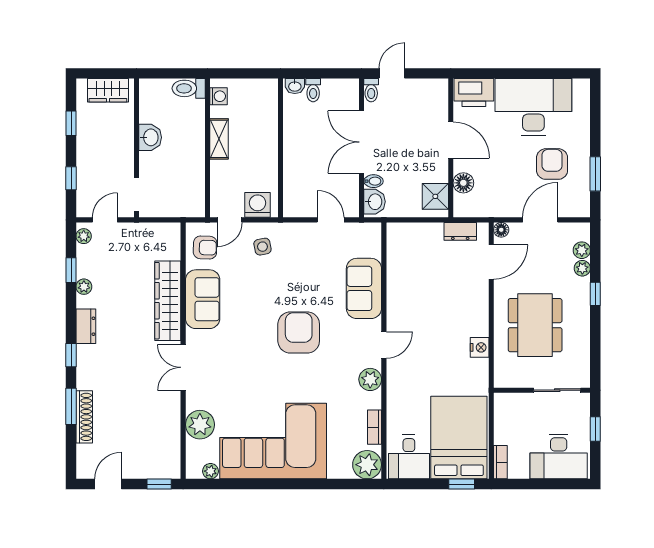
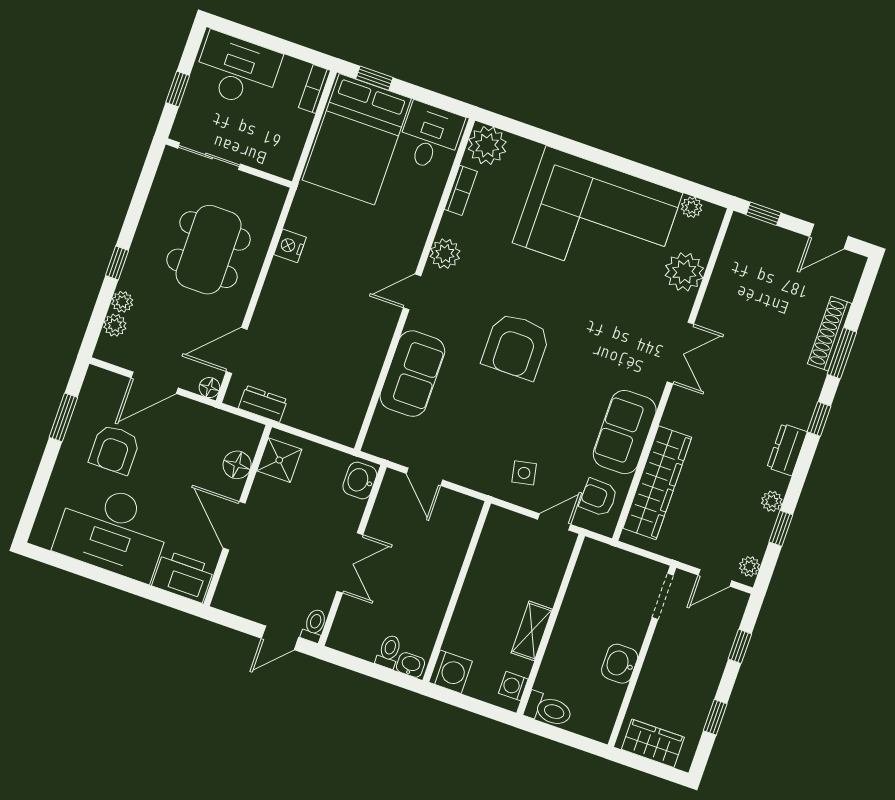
double door: (362, 142) -> (350, 563), width x0.73
bidet: (373, 181) -> (352, 507), removed
washing machine: (258, 205) -> (451, 672), moved, turned -90
wardrobe: (168, 301) -> (657, 483), moved

